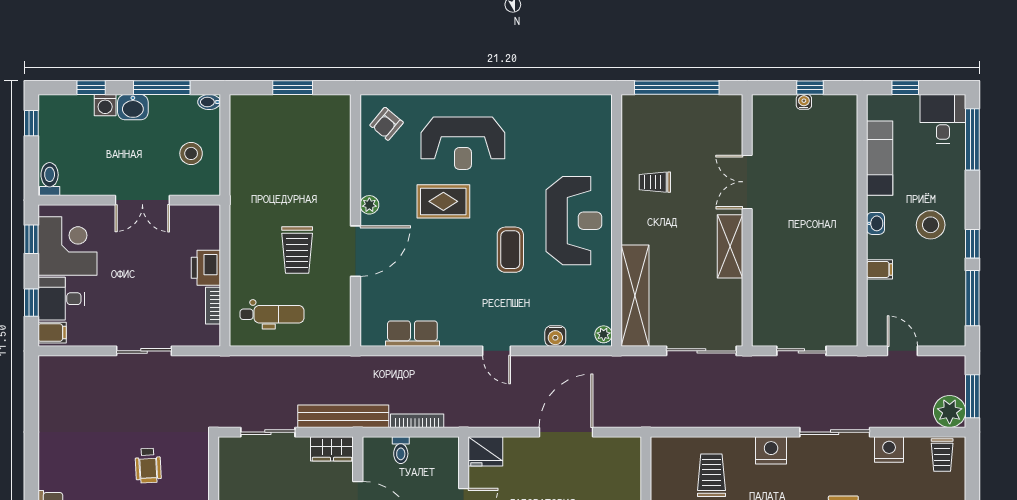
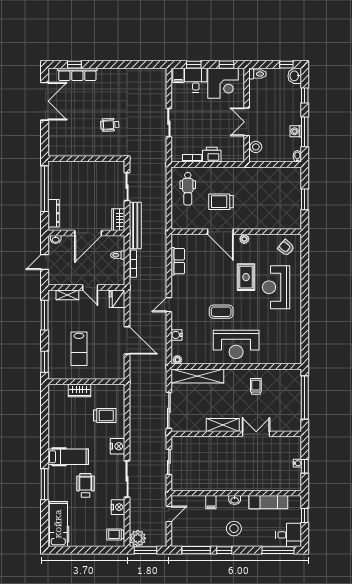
washing machine: (105, 105) -> (296, 131), moved
washbasin: (133, 107) -> (295, 76), moved
stool: (191, 153) -> (256, 147), moved

